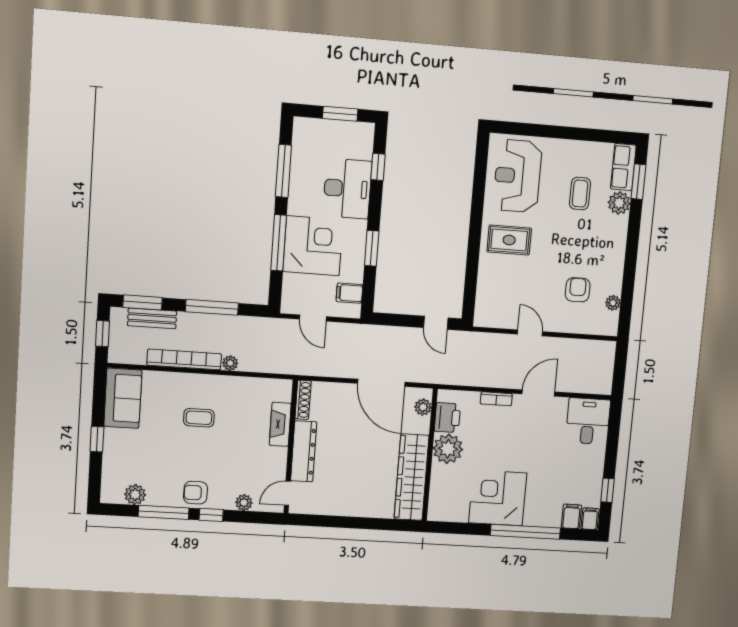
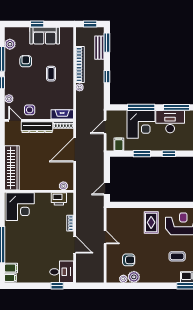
window: (378, 167) -> (169, 154), moved
desk: (347, 189) -> (170, 122), moved, turned 180
plant: (619, 203) -> (134, 277), moved
window: (212, 307) -> (107, 77), width x0.46
door: (530, 333) -> (105, 237), hinge flipped
door: (381, 383) -> (75, 150), moved
sofa: (123, 398) -> (45, 36), moved
fireplace: (280, 424) -> (62, 114), moved
plant: (448, 449) -> (43, 200), removed
side table: (269, 464) -> (30, 110), added
wardrobe: (412, 477) -> (12, 168), moved, turned 90
window: (608, 490) -> (57, 286), moved
armchair: (196, 493) -> (26, 61), moved
corner desk: (498, 498) -> (20, 207), moved, turned 90

